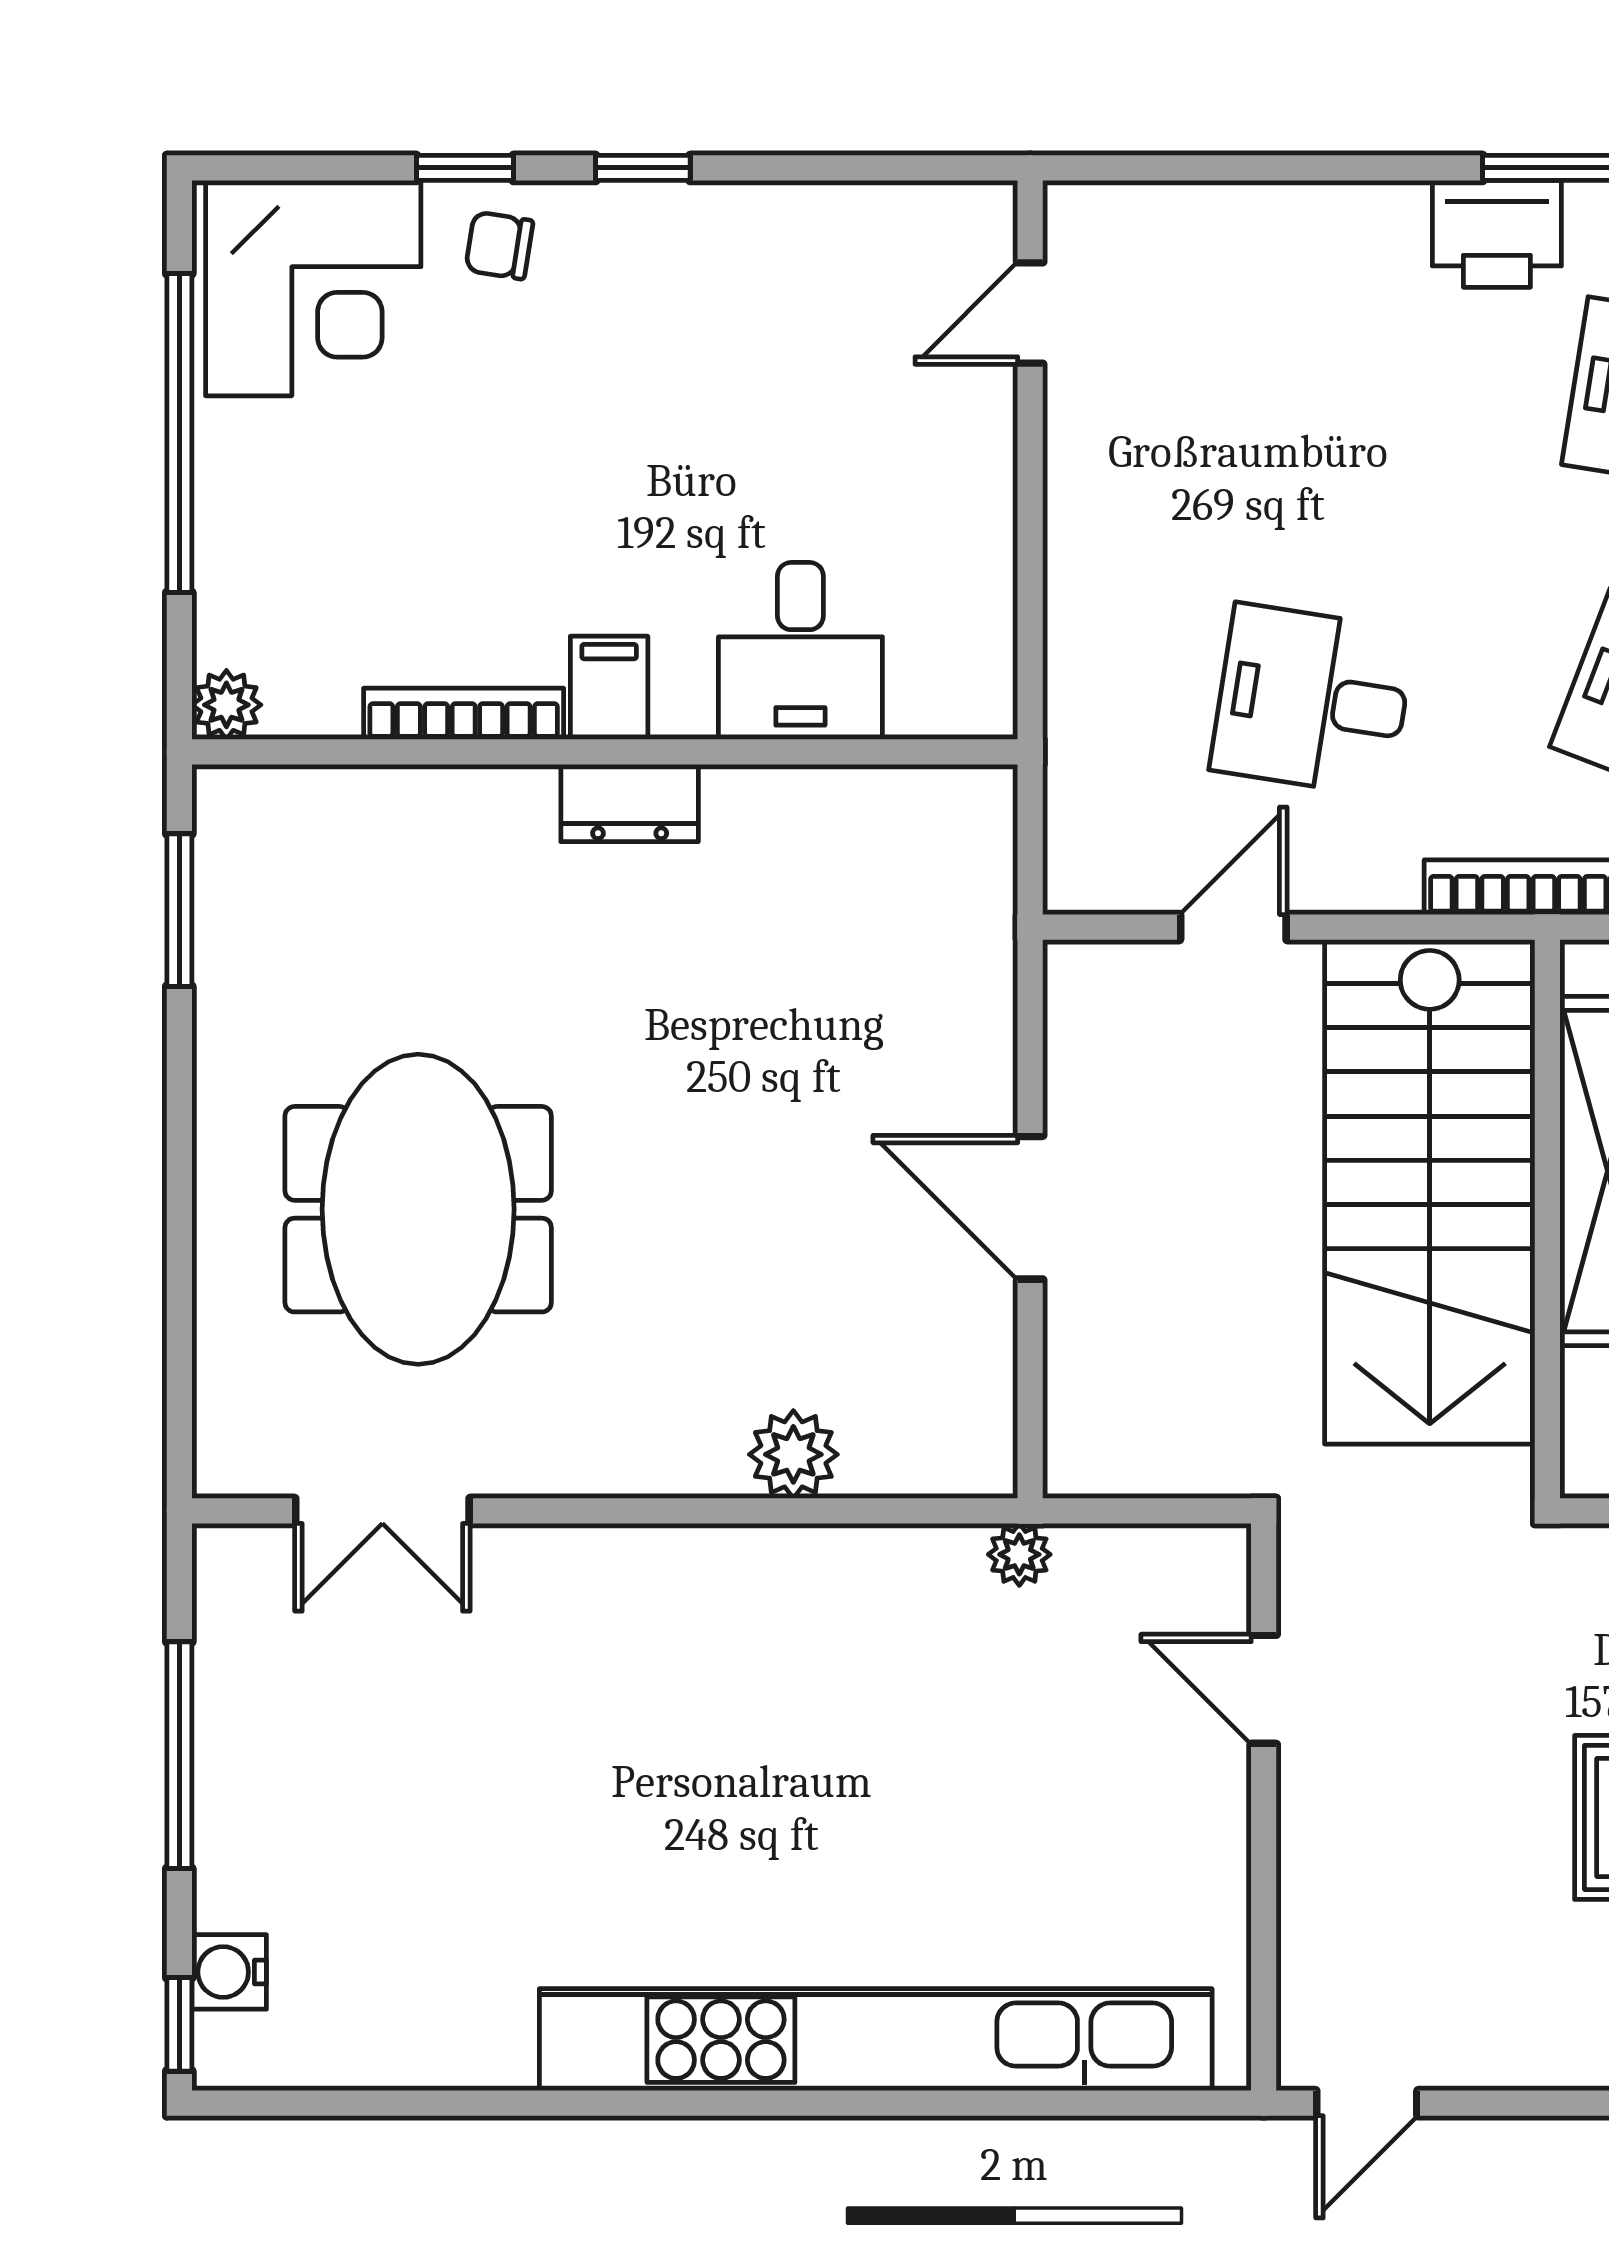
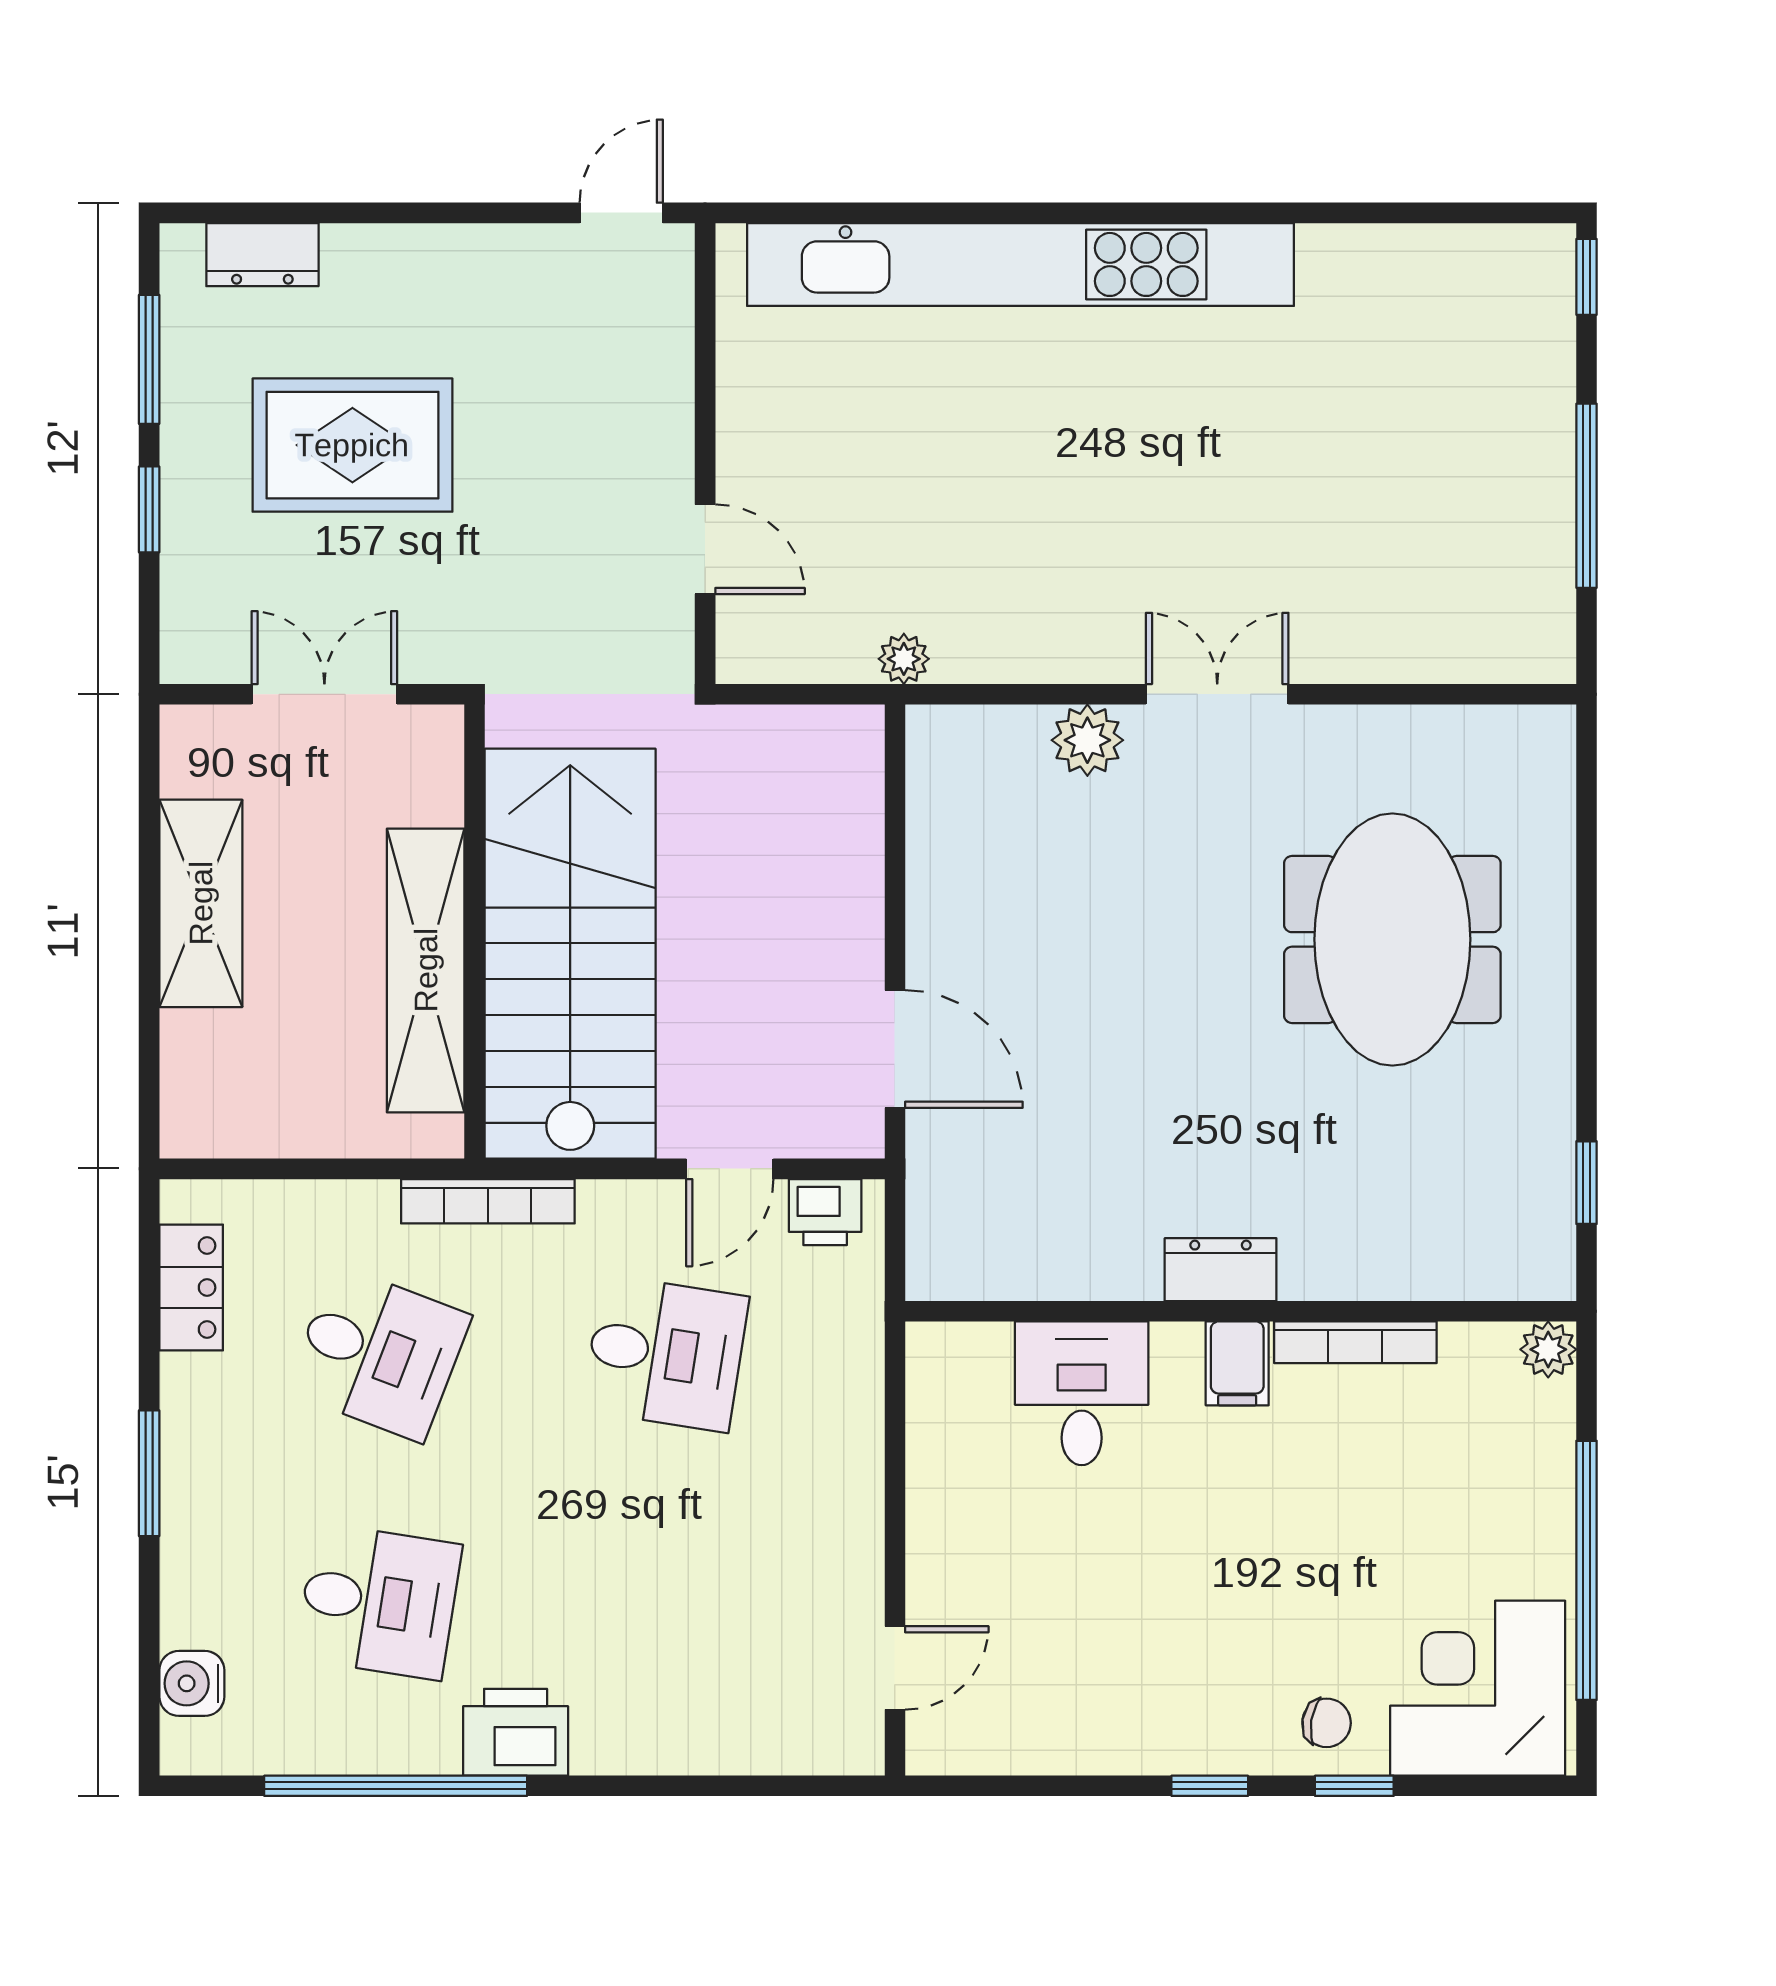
printer: (1116, 874) -> (825, 1212), added
window: (179, 910) -> (1586, 1183), width x0.67
door: (1030, 1208) -> (895, 1049), moved
double door: (382, 1511) -> (1217, 694), moved
water cooler: (229, 1972) -> (1546, 320), removed

